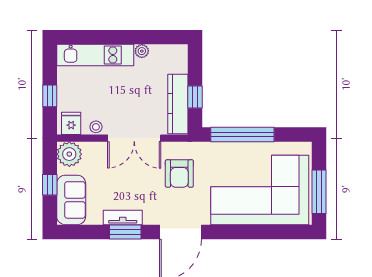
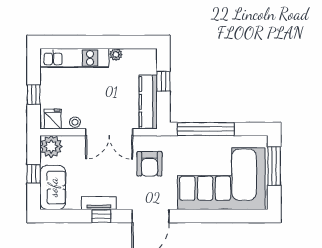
window: (195, 97) -> (163, 81), moved
window: (319, 192) -> (274, 166), moved
window: (125, 232) -> (101, 216), width x0.67

